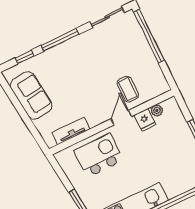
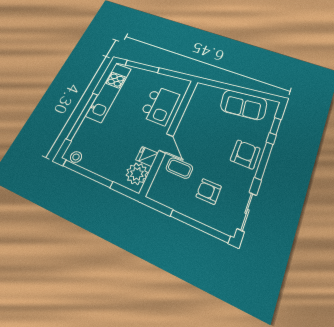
armchair: (121, 54) -> (209, 191), added
armchair: (69, 56) -> (245, 154), added
plant: (157, 110) -> (137, 174), width x1.88, depth x1.88
tv unit: (71, 131) -> (194, 105), removed

